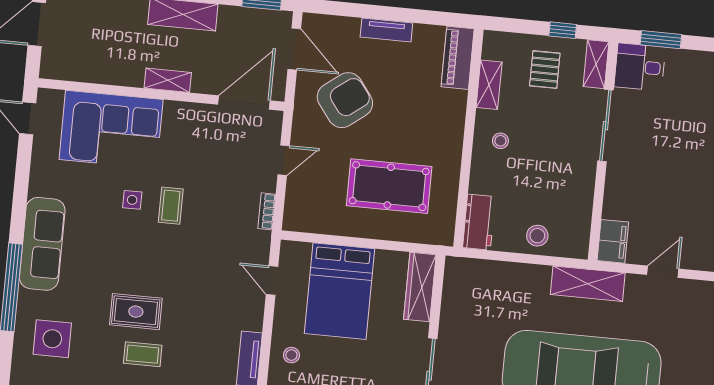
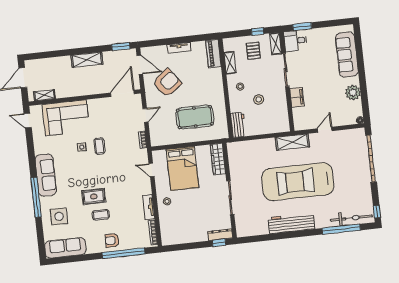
shelving: (168, 80) -> (44, 95), moved
stool: (537, 236) -> (259, 99), moved
filing cabinet: (613, 241) -> (297, 97), moved

